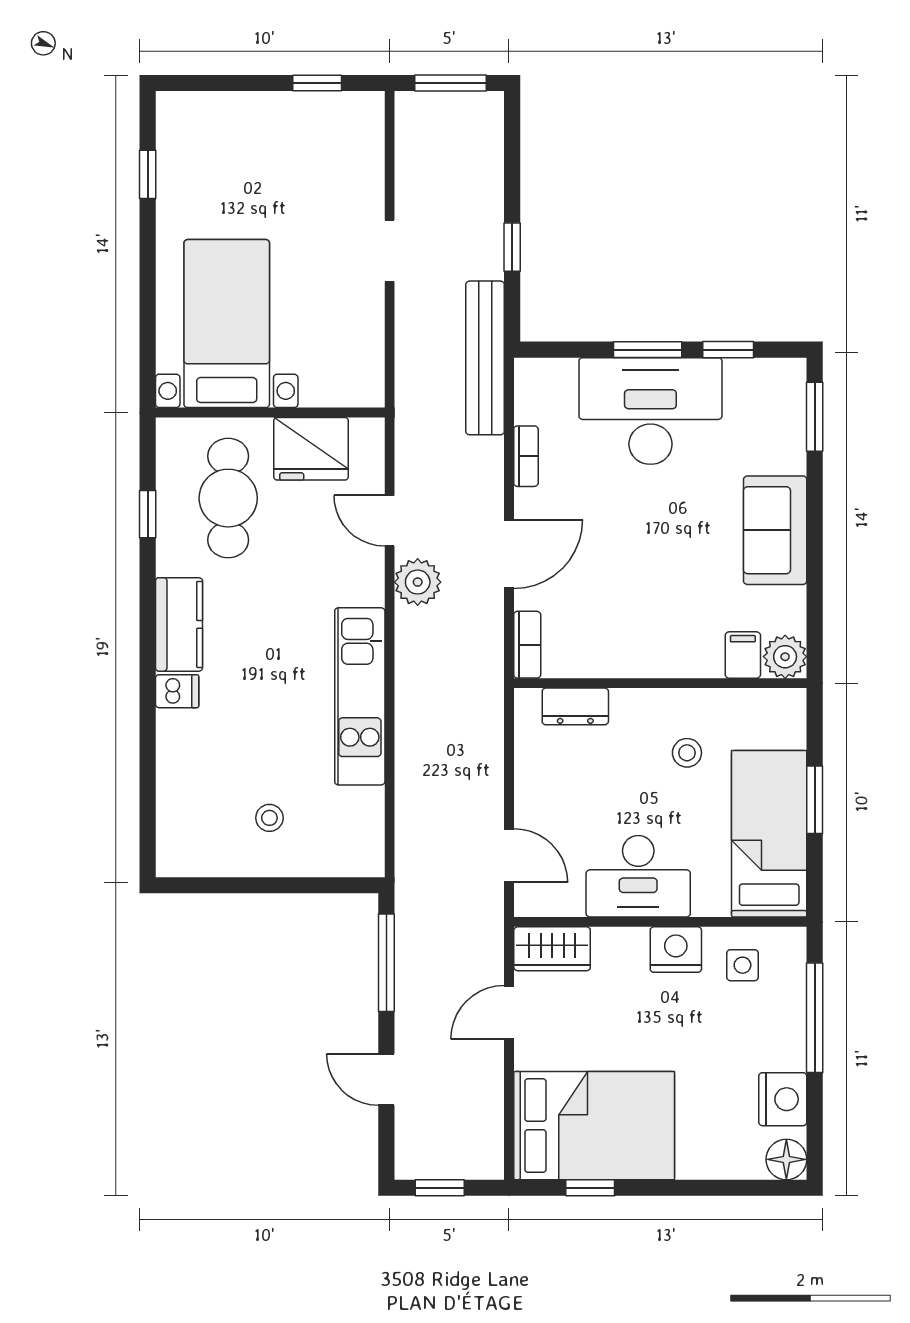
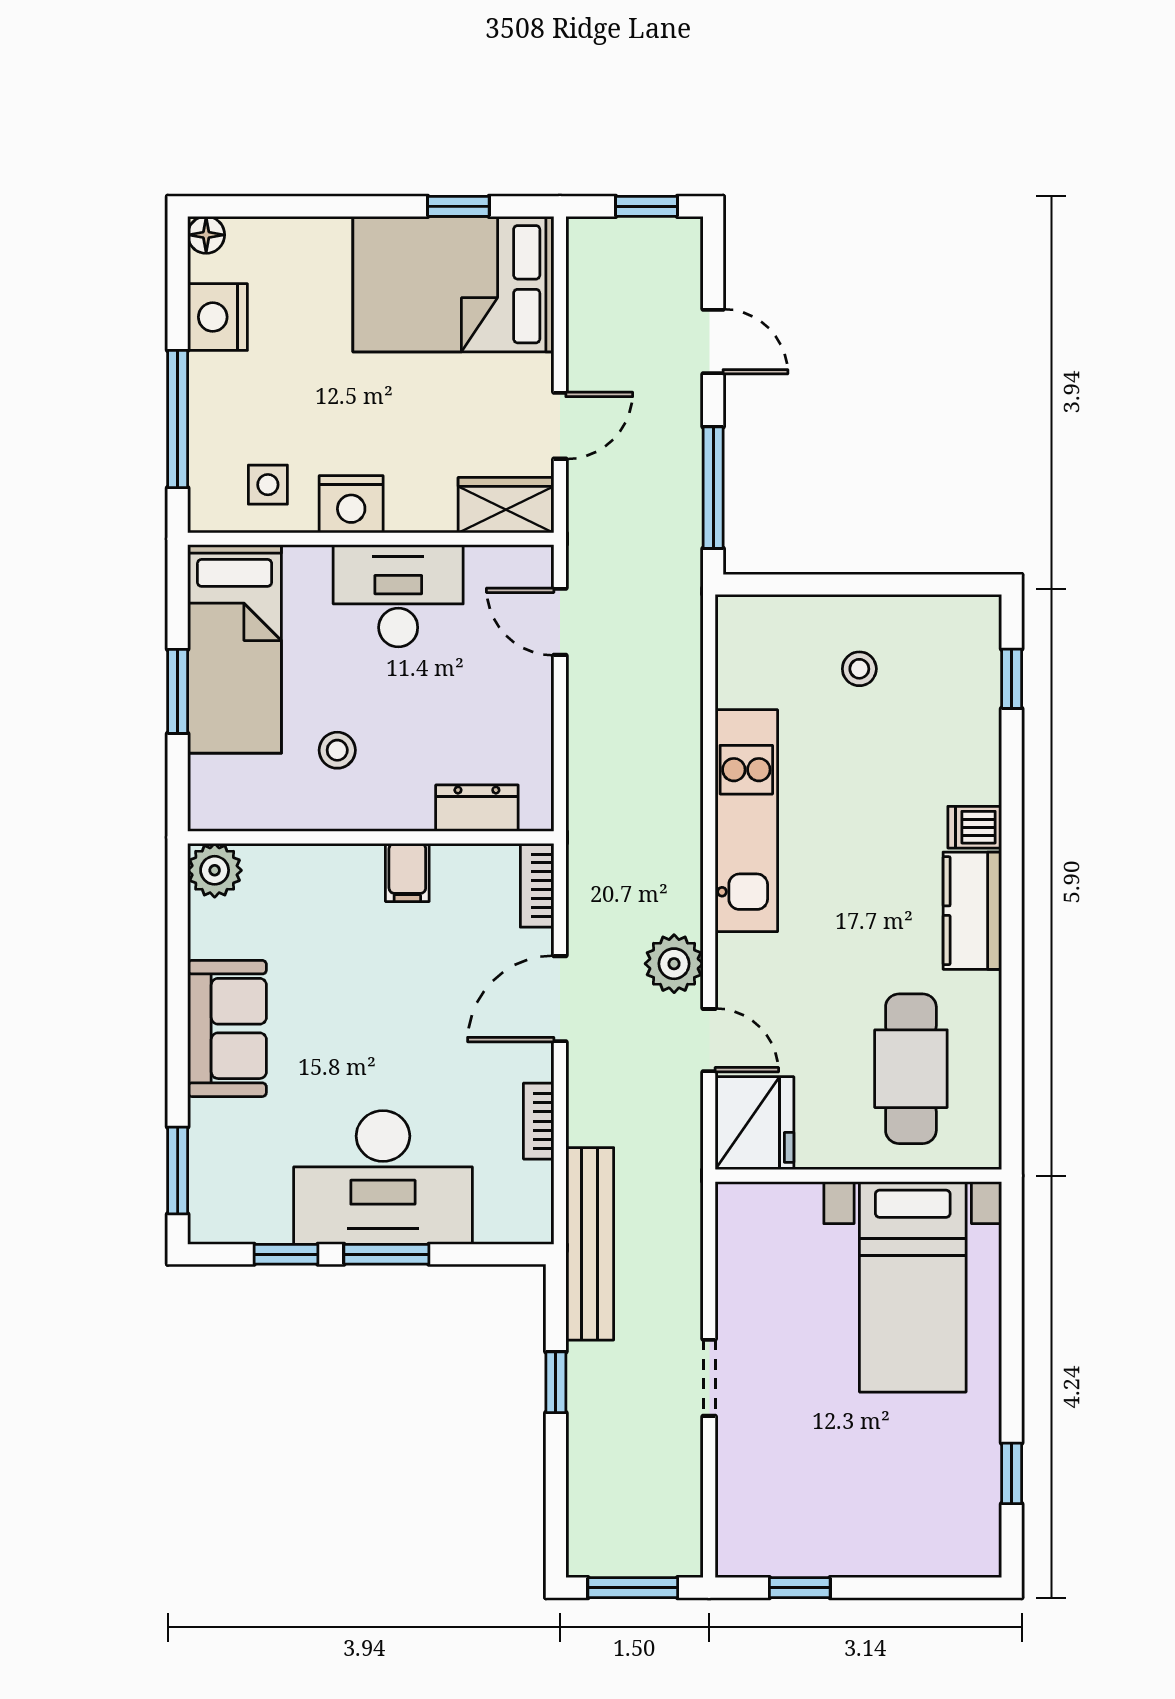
fridge: (311, 449) -> (754, 1123), moved, turned 90
window: (148, 514) -> (1012, 679), moved
filing cabinet: (743, 655) -> (407, 872), moved
floor lamp: (786, 1159) -> (206, 235), width x0.73, depth x0.73

